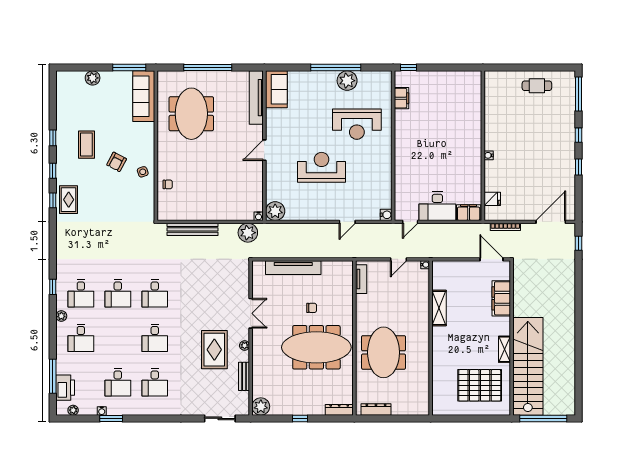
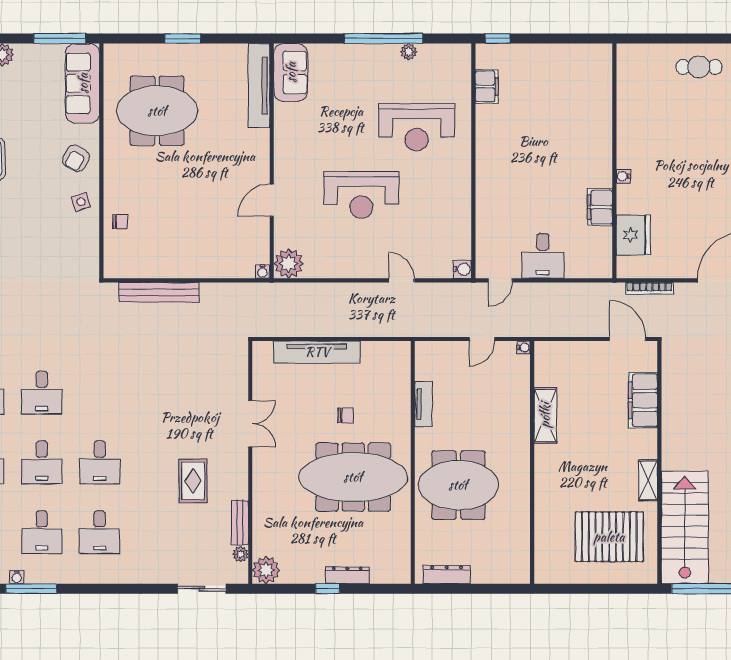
window: (208, 68) -> (183, 39), width x0.47
plant: (347, 81) -> (409, 52), width x0.53, depth x0.53
meeting table: (191, 114) -> (157, 111), turned 90
door: (264, 150) -> (272, 200), moved
armchair: (117, 162) -> (76, 158), moved
reception desk: (322, 167) -> (361, 195), turned 180
fridge: (492, 199) -> (633, 235), width x1.88, depth x1.34
desk: (437, 206) -> (543, 256), width x0.73
filing cabinet: (469, 213) -> (600, 207), moved, turned -90
door: (347, 222) -> (401, 280), swing flipped
plant: (248, 233) -> (246, 297), removed
tv unit: (361, 279) -> (423, 404), moved
desk: (155, 293) -> (42, 462), moved
plant: (245, 346) -> (241, 554), moved
rug: (214, 350) -> (193, 481), width x0.73, depth x0.70
meeting table: (384, 352) -> (458, 485), turned 90
stairs: (528, 366) -> (685, 527), width x0.73
dresser: (339, 410) -> (347, 575), moved
window: (111, 418) -> (31, 589), width x1.44

